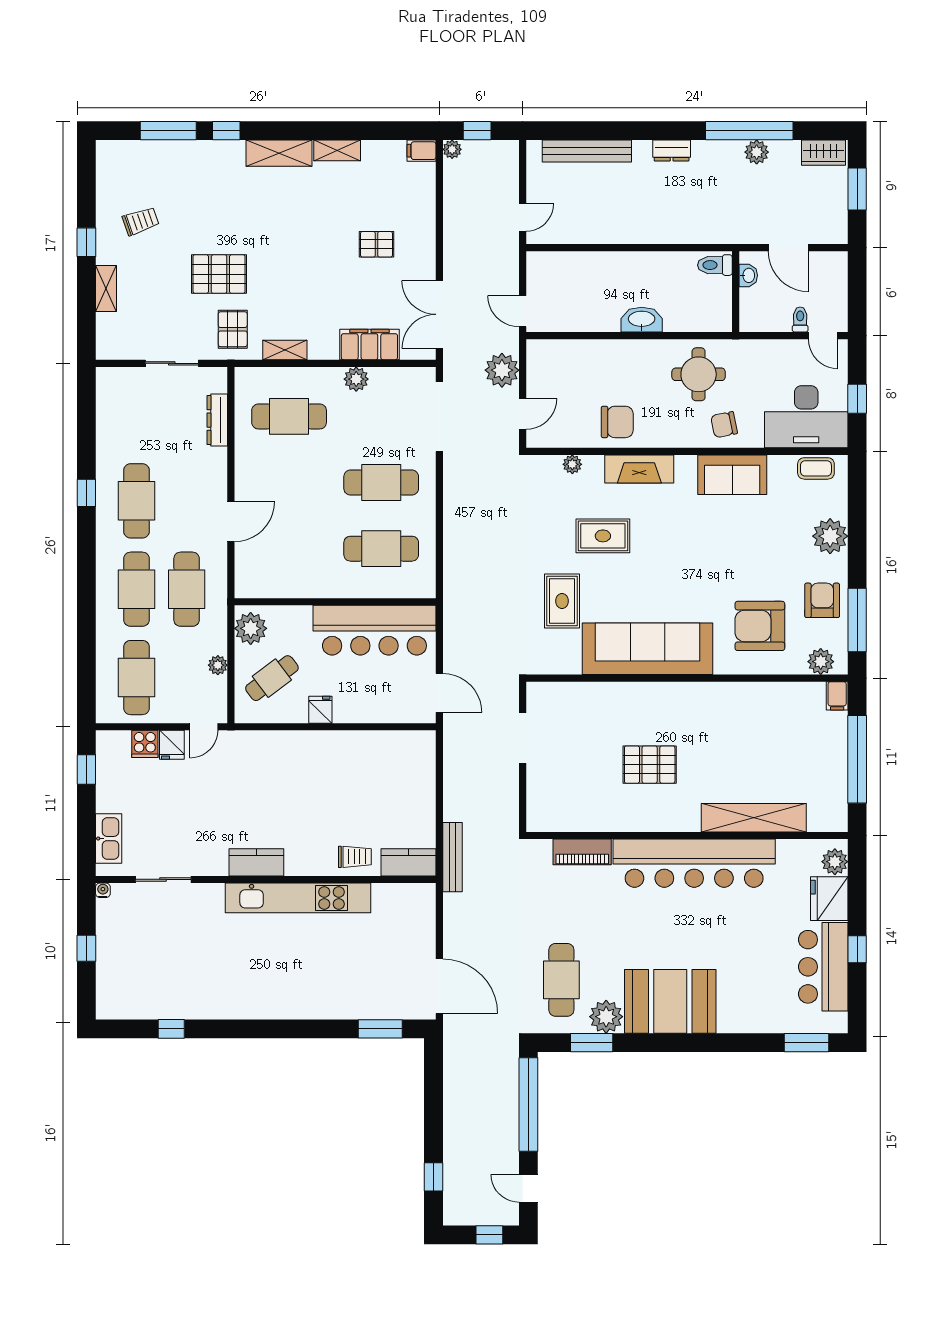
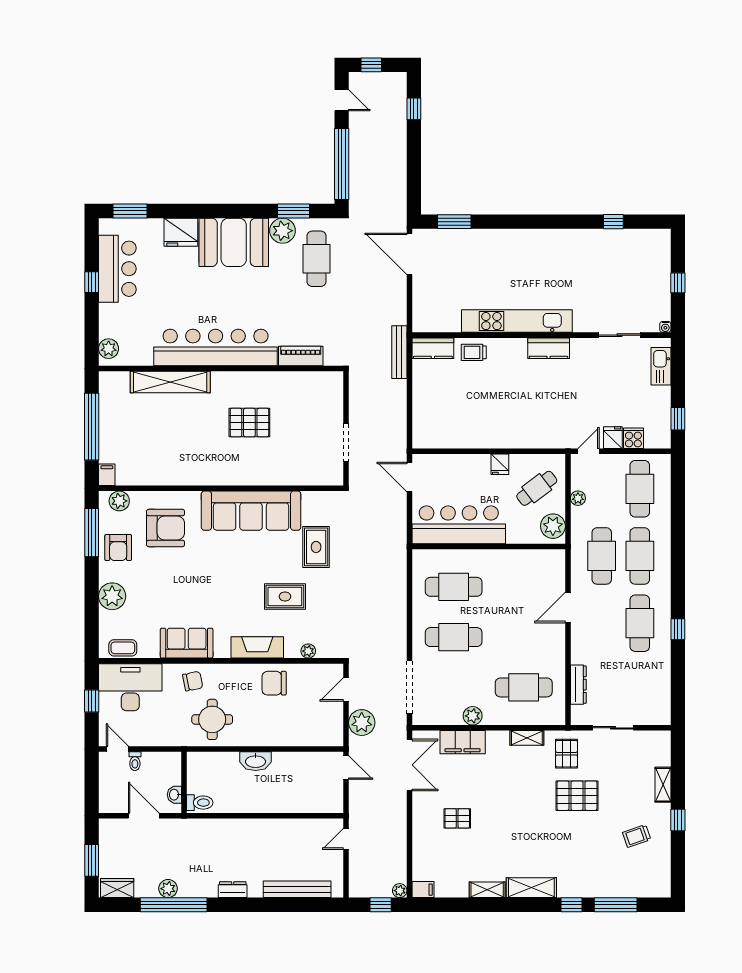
fridge: (829, 899) -> (181, 232), moved, turned 90

